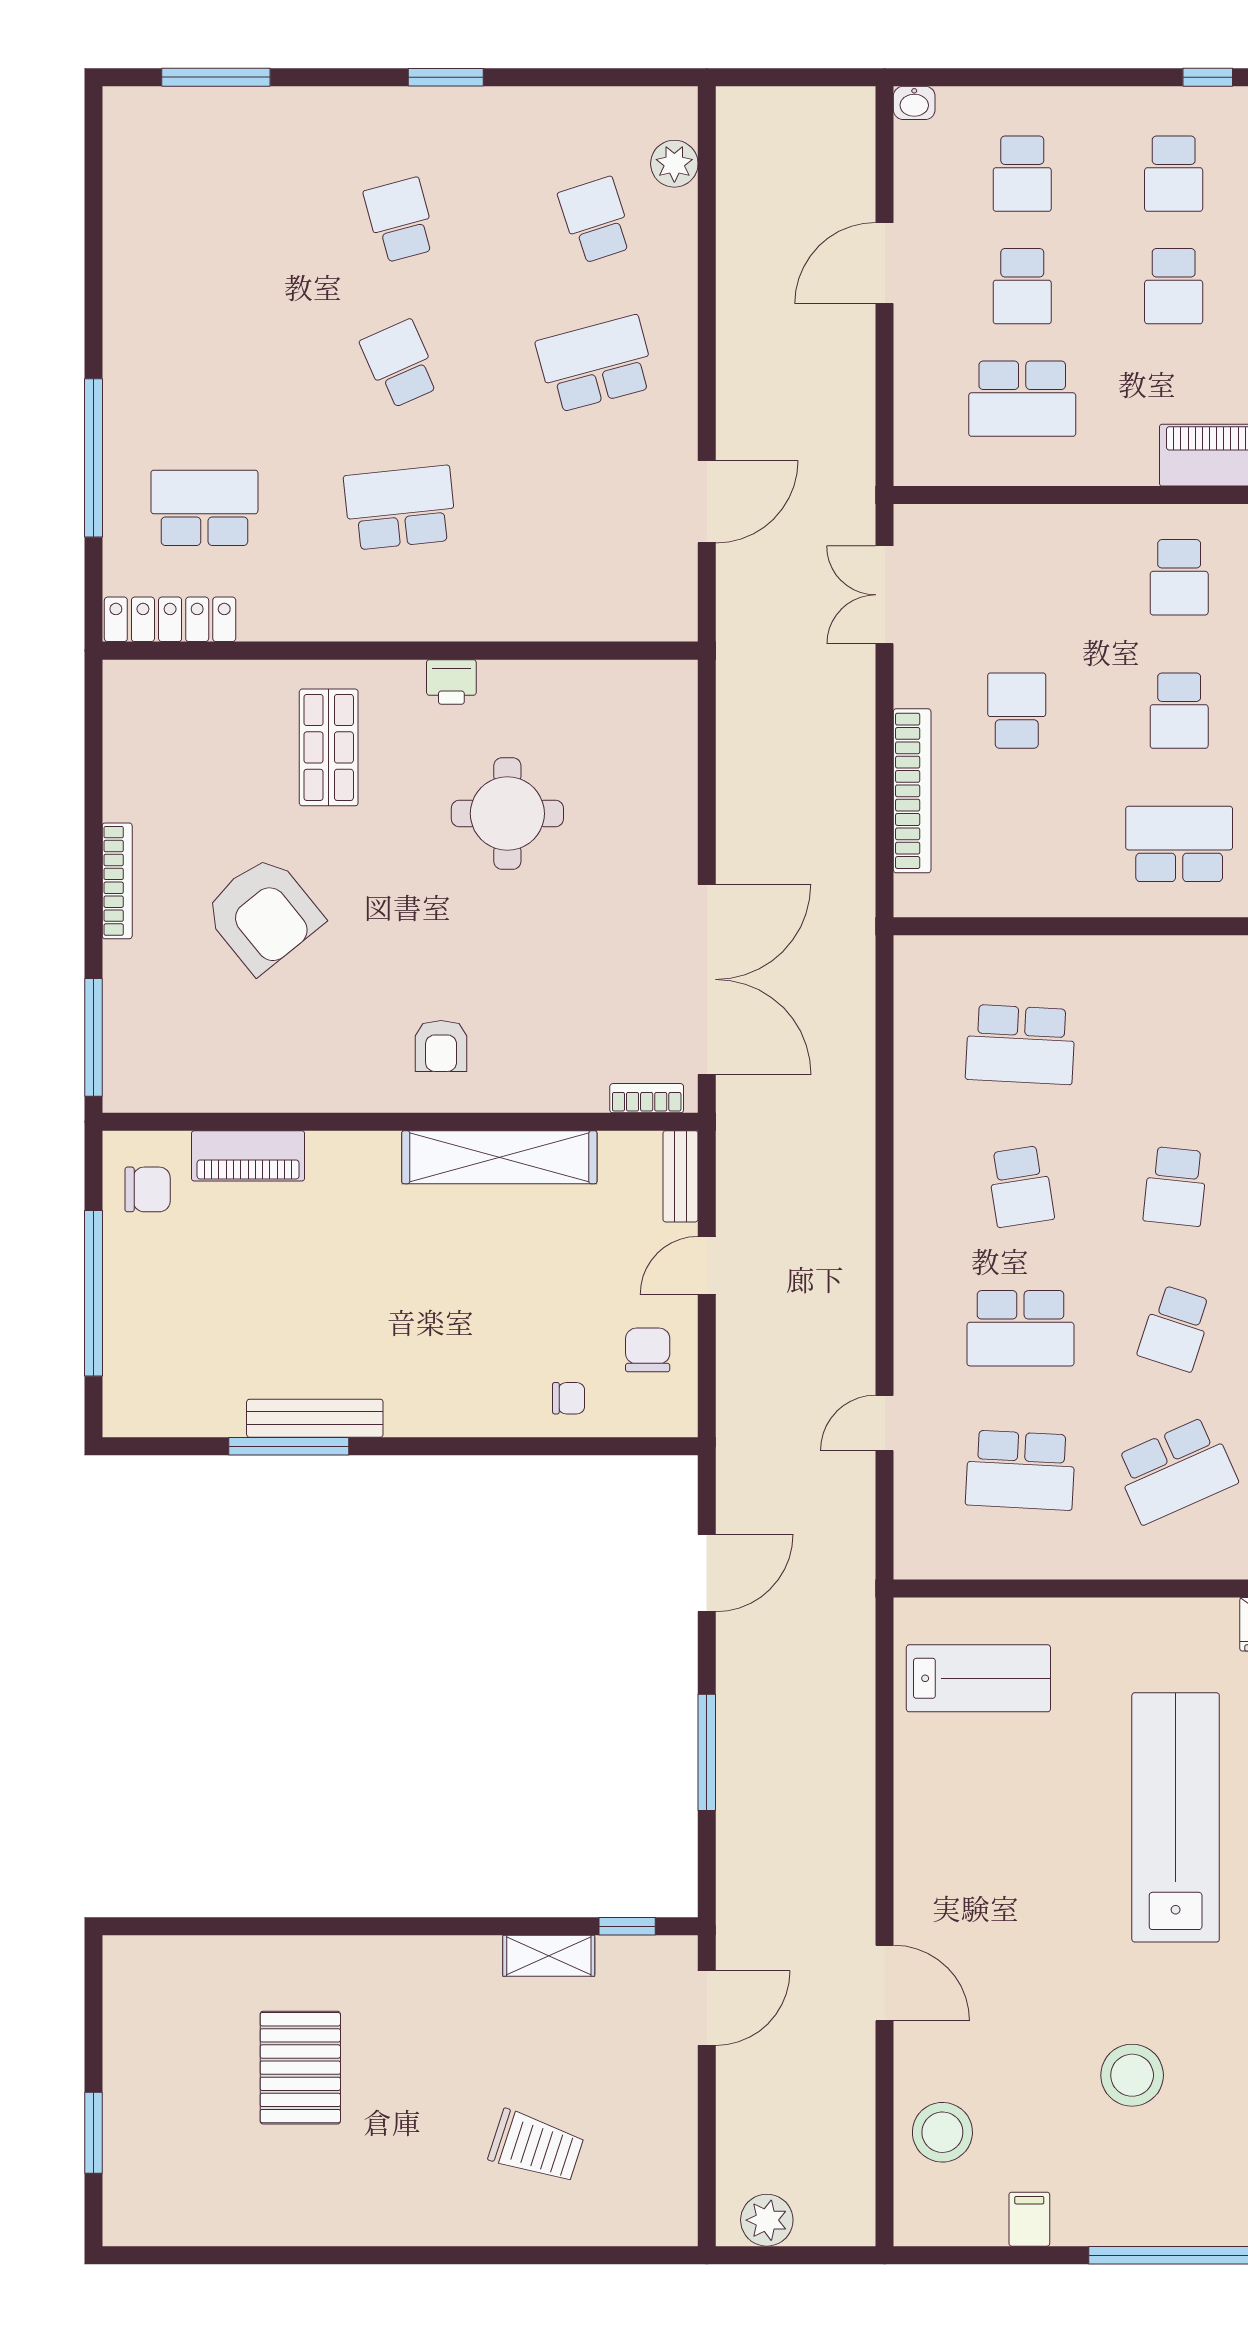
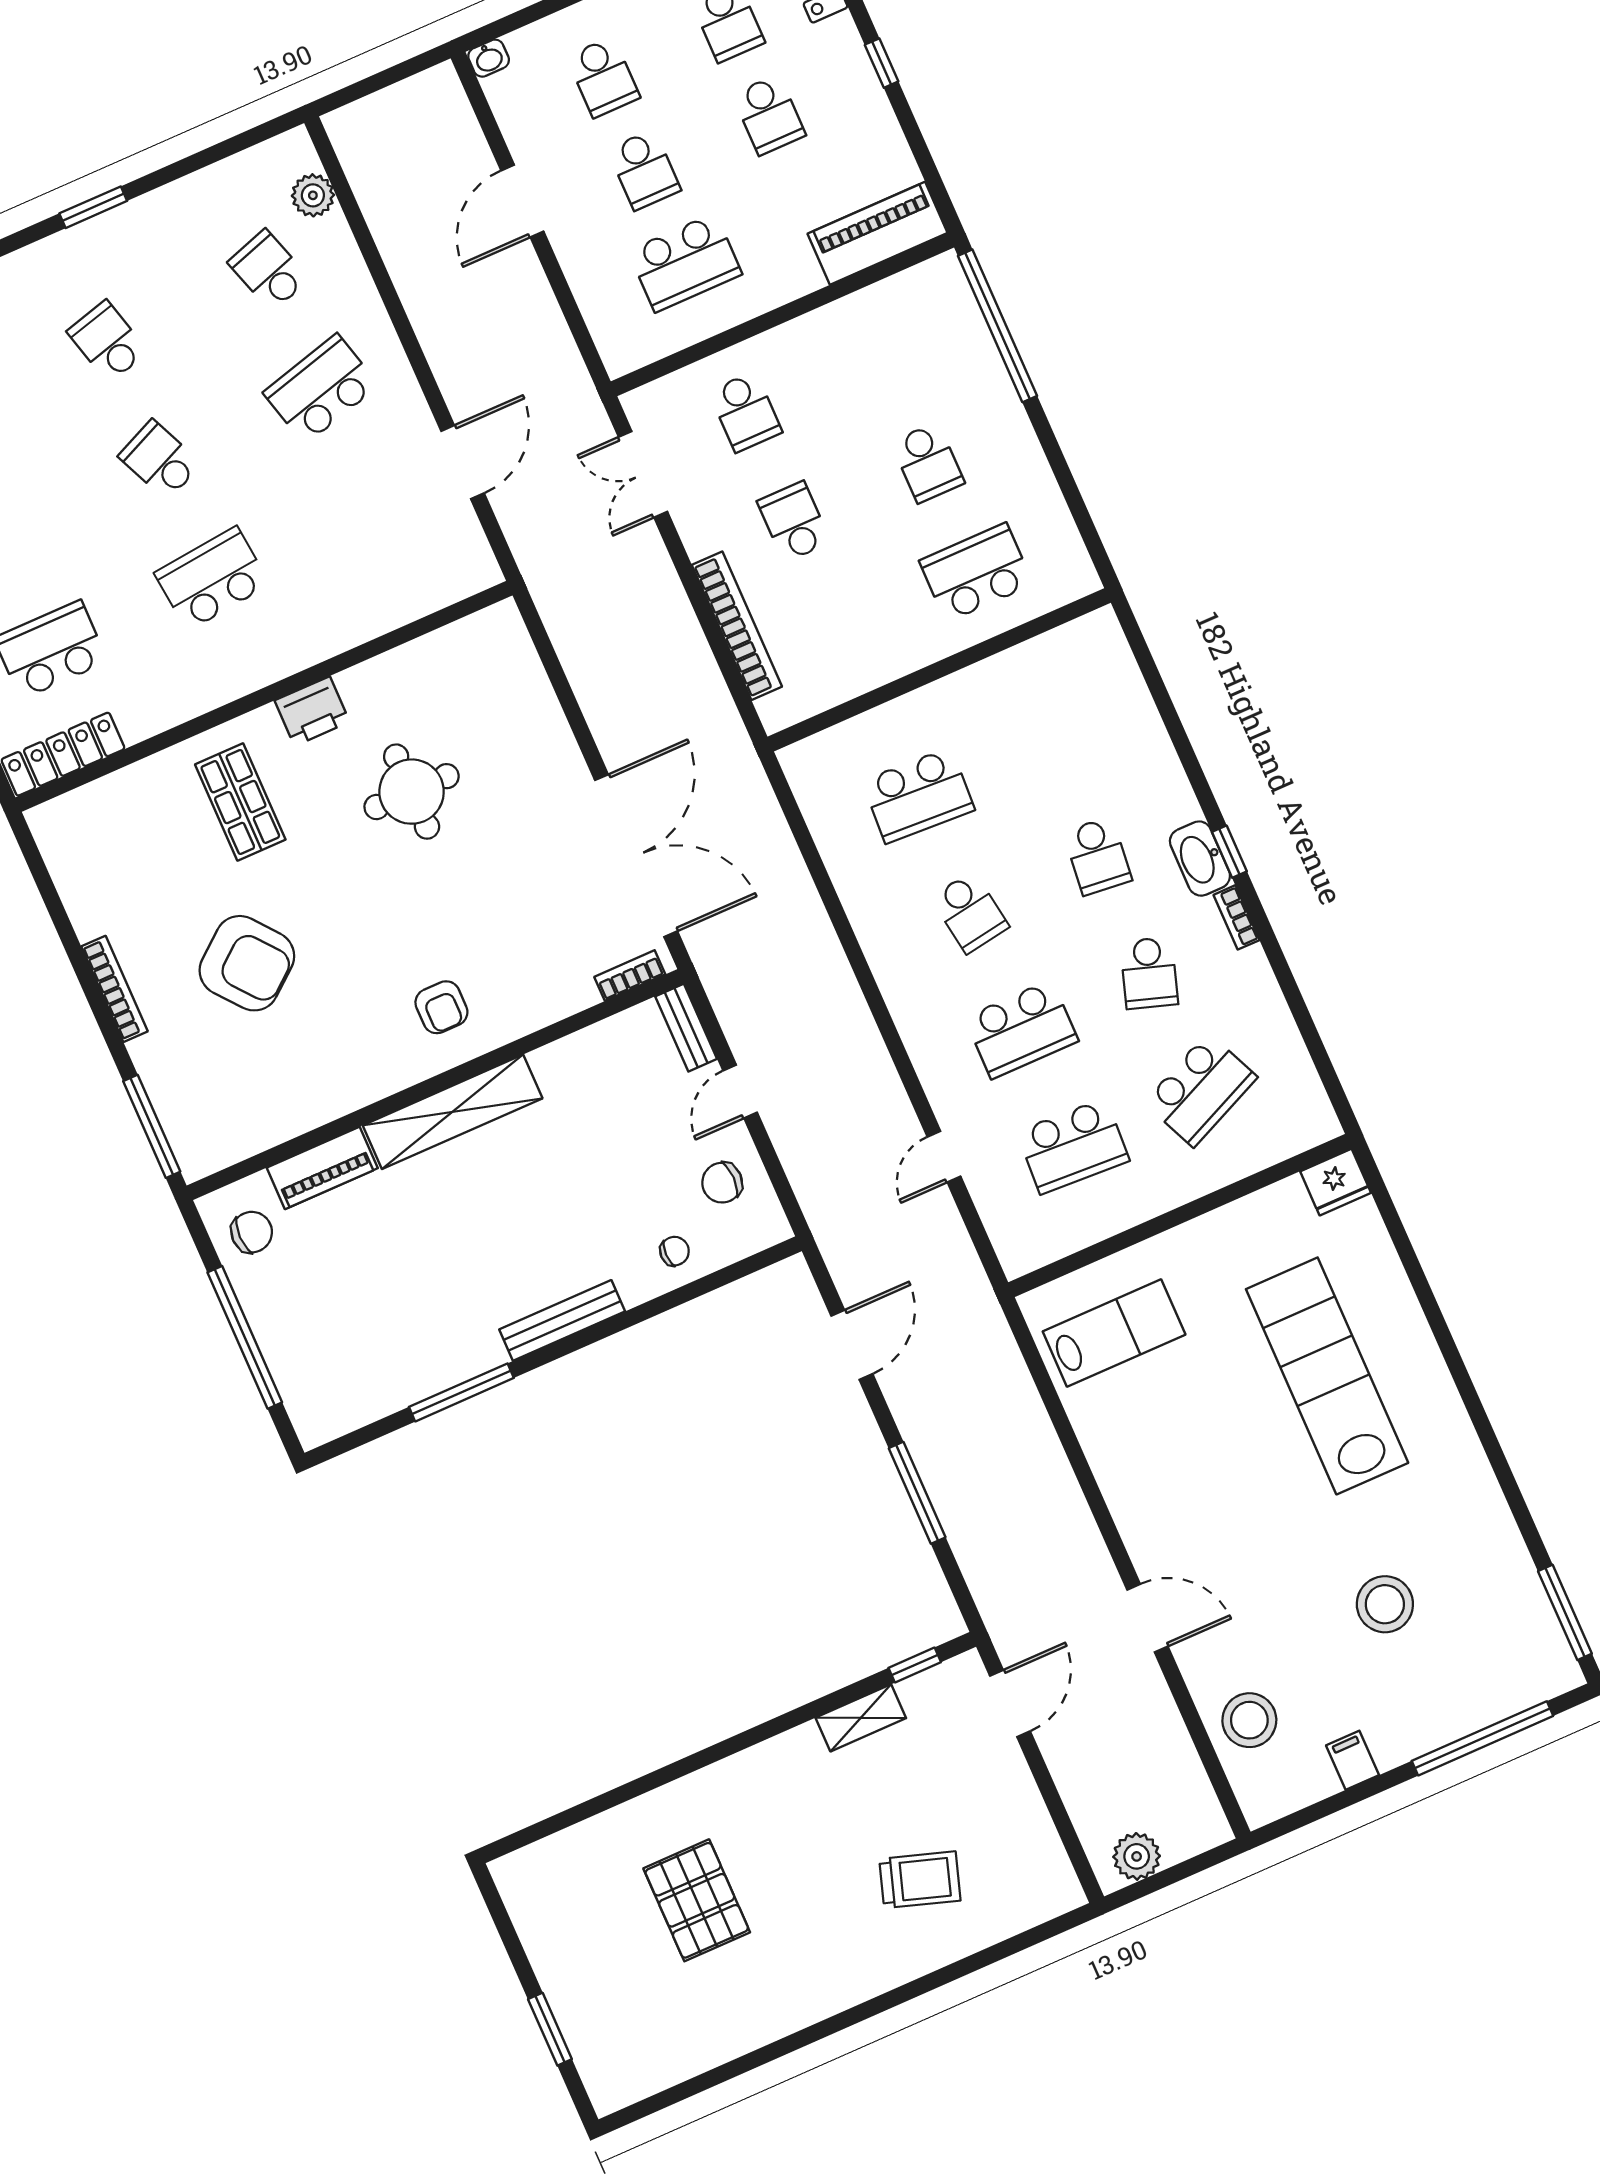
school desk: (1179, 577) -> (745, 412), moved
printer: (451, 682) -> (312, 711), width x1.36, depth x1.24
shelving: (499, 1157) -> (453, 1112), moved
chair: (648, 1350) -> (722, 1183), turned -90
bench: (315, 1418) -> (562, 1320), moved

